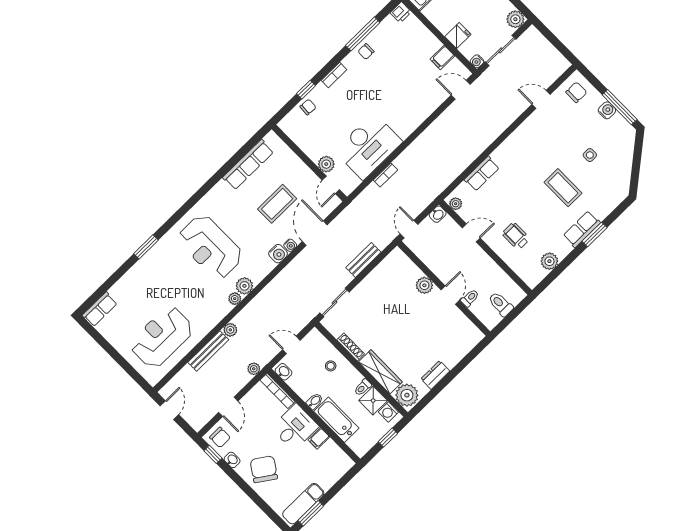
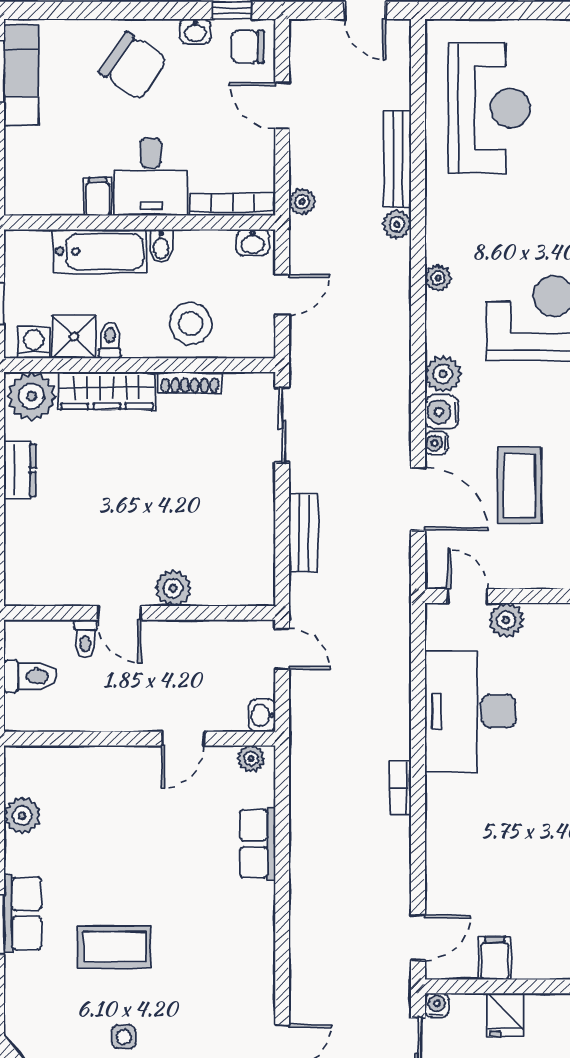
bookcase: (385, 175) -> (401, 787), moved
wheelchair: (516, 236) -> (111, 802), removed
plant: (244, 286) -> (443, 374), moved
stool: (331, 366) -> (191, 324), width x1.89, depth x1.89

